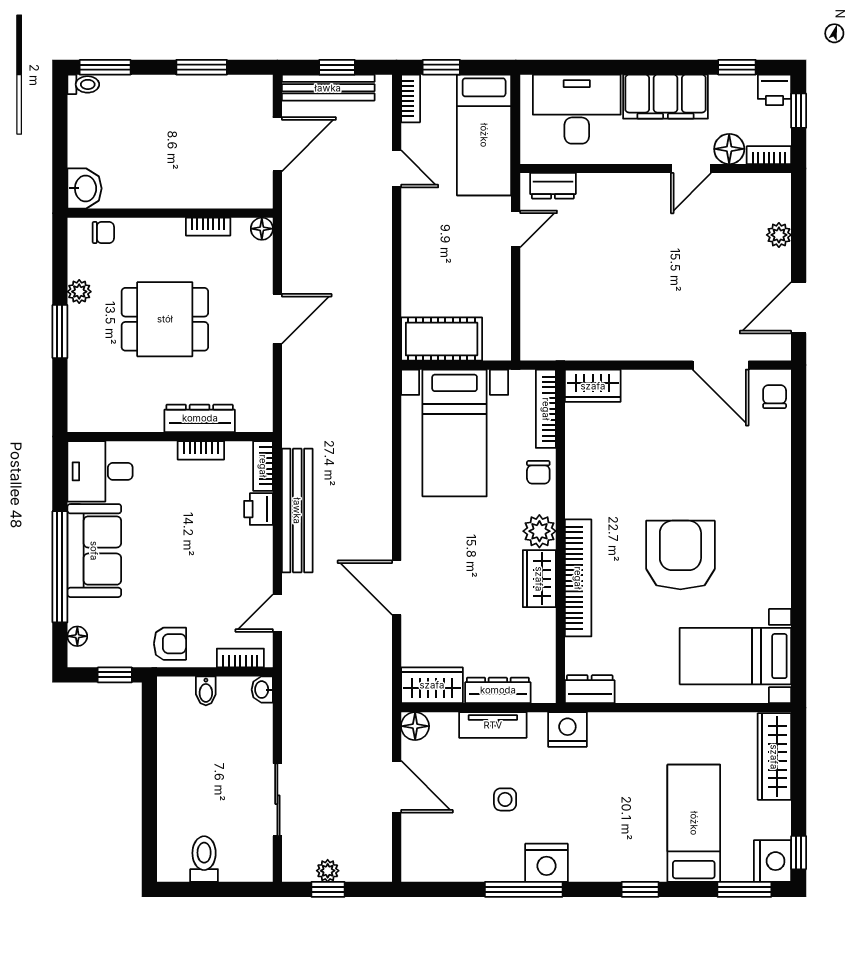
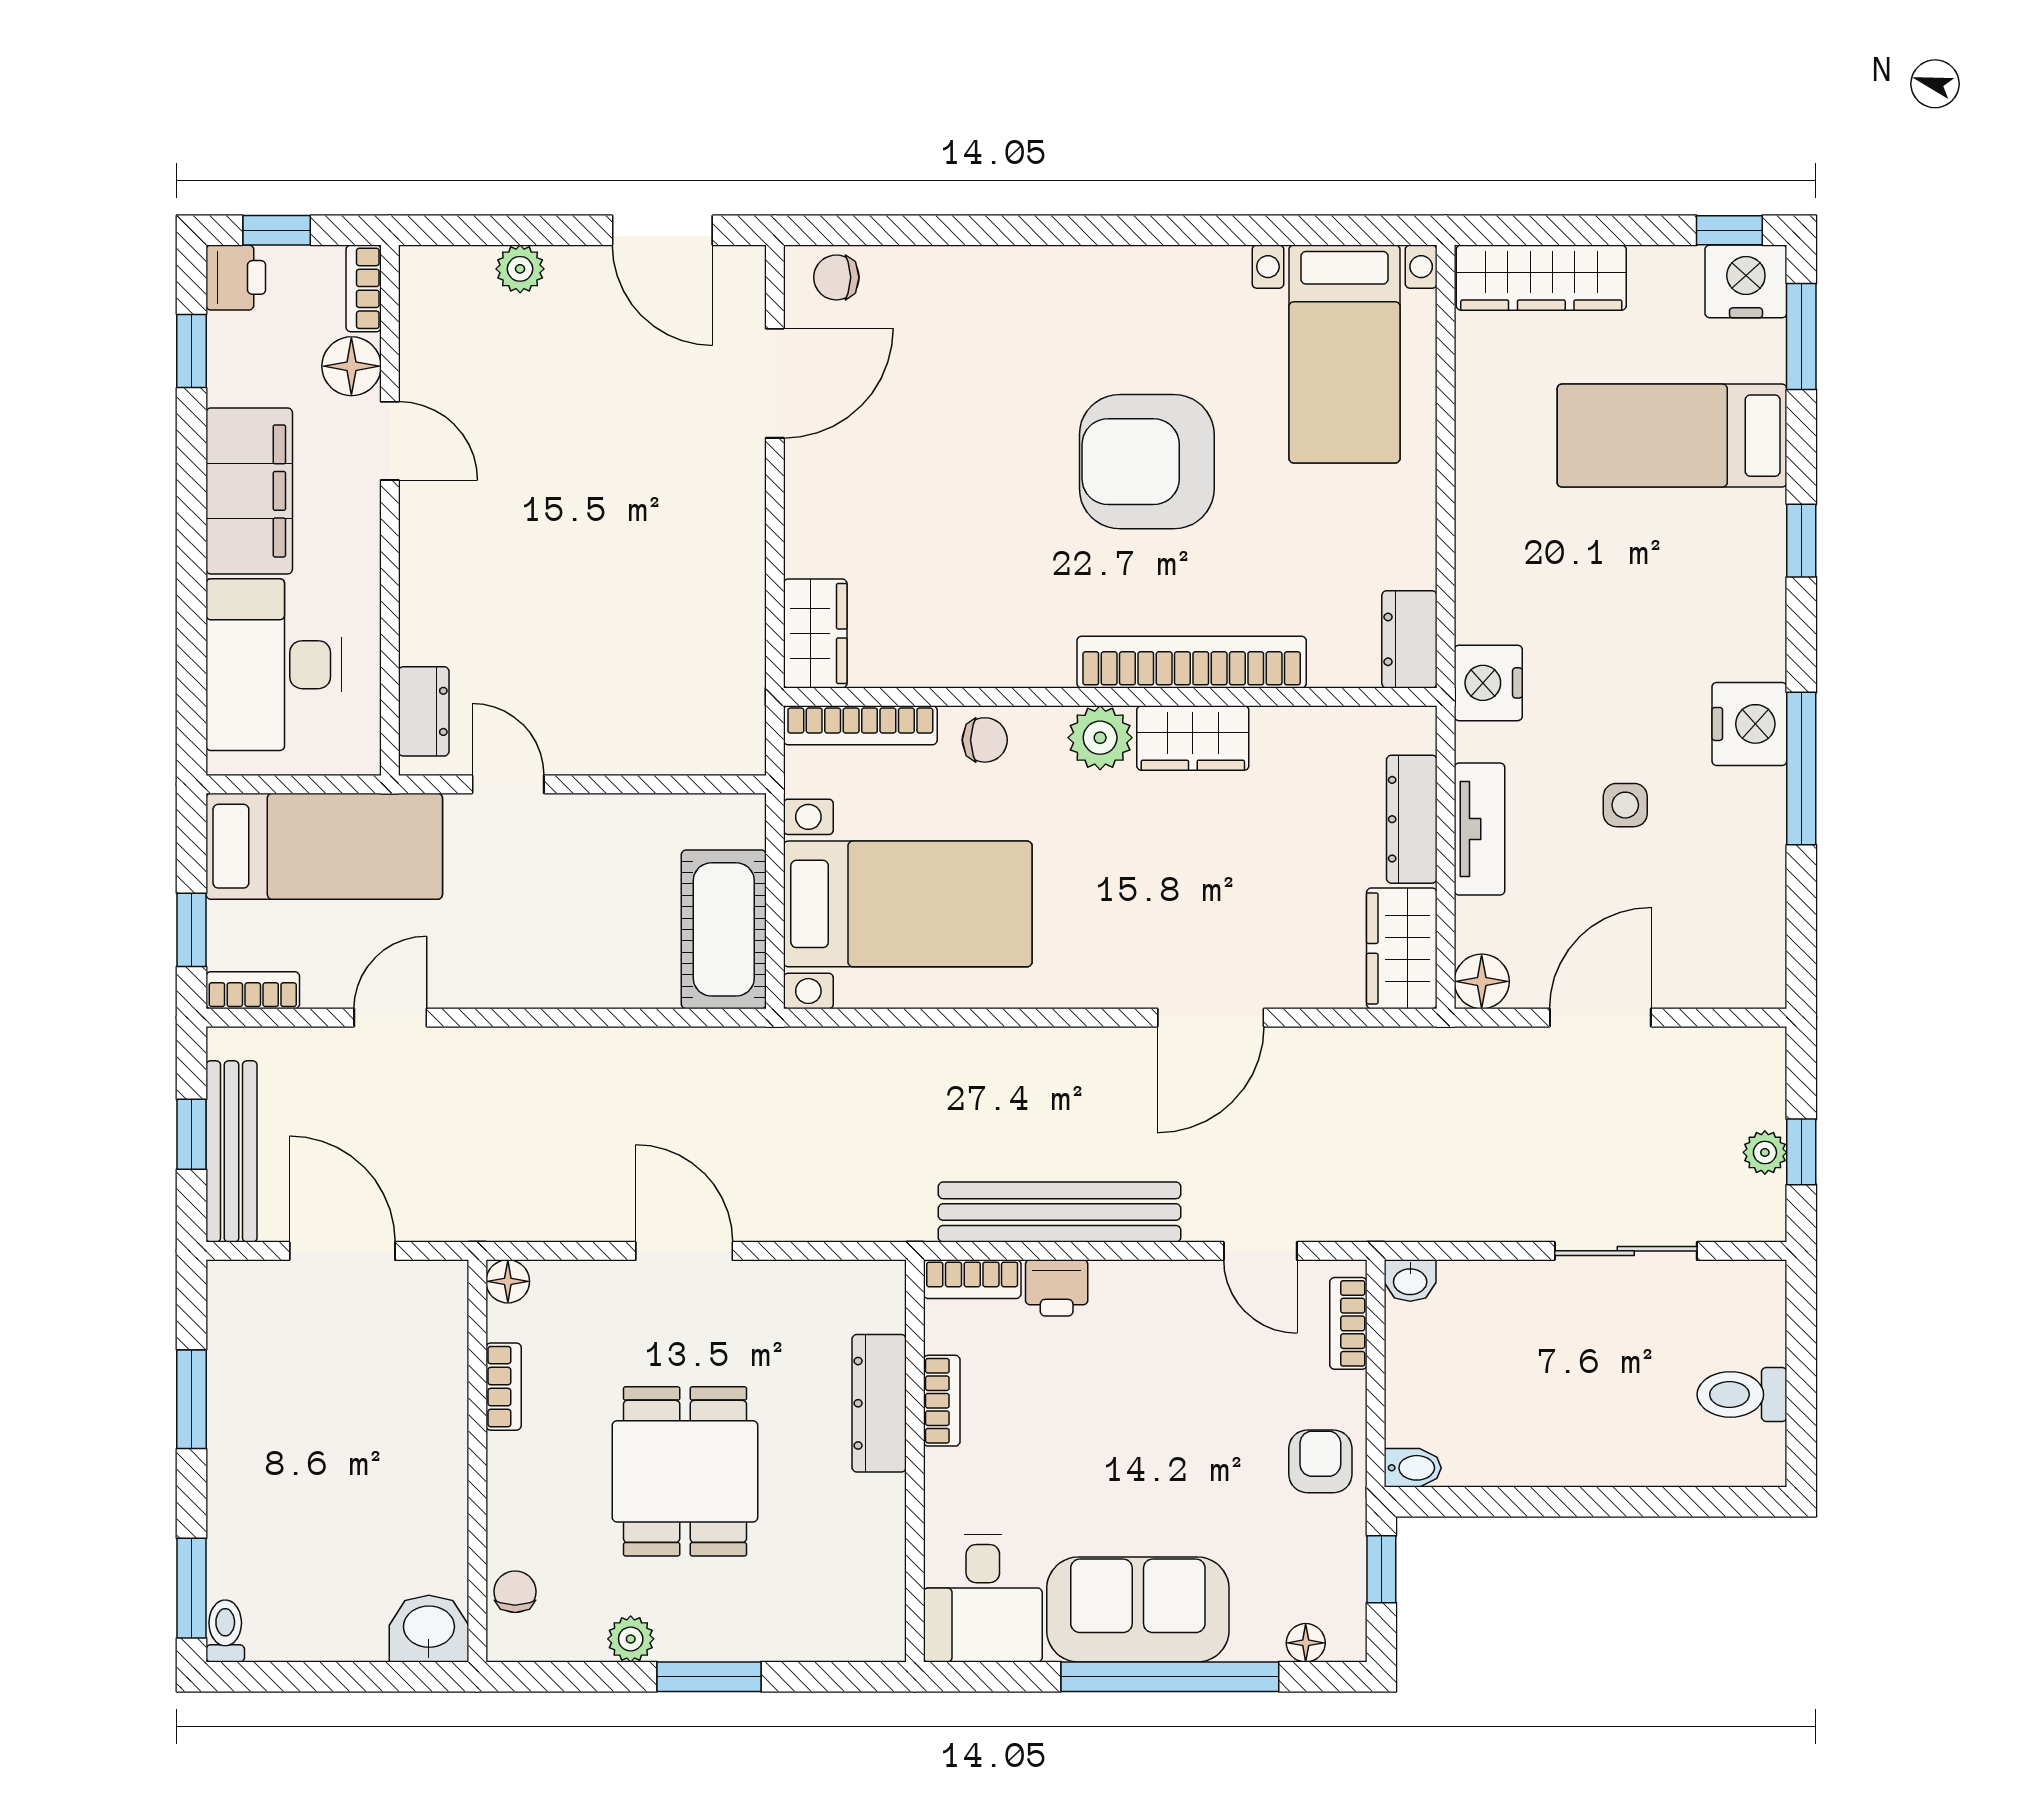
bidet: (206, 691) -> (1413, 1468), moved

